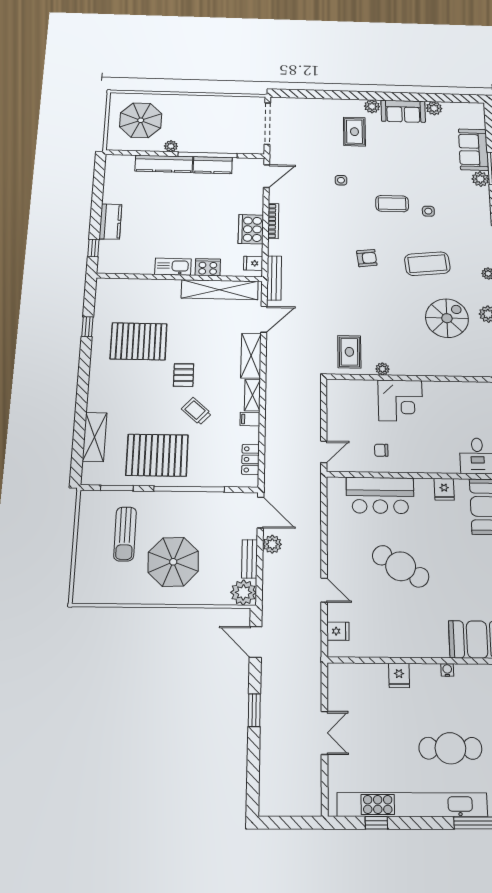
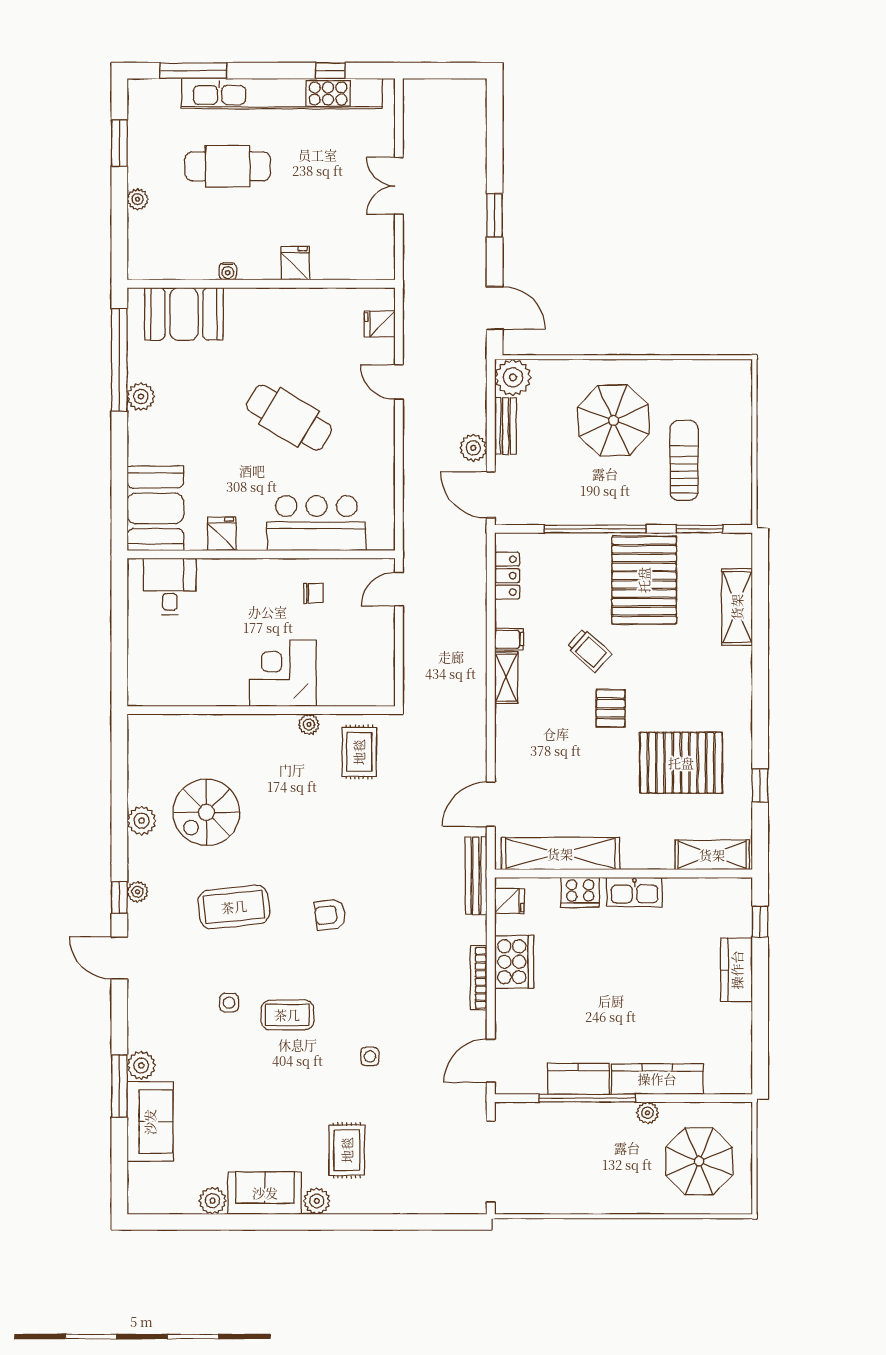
shelving: (251, 356) -> (712, 855), moved, turned 90
pallet: (157, 455) -> (644, 580), turned 90

